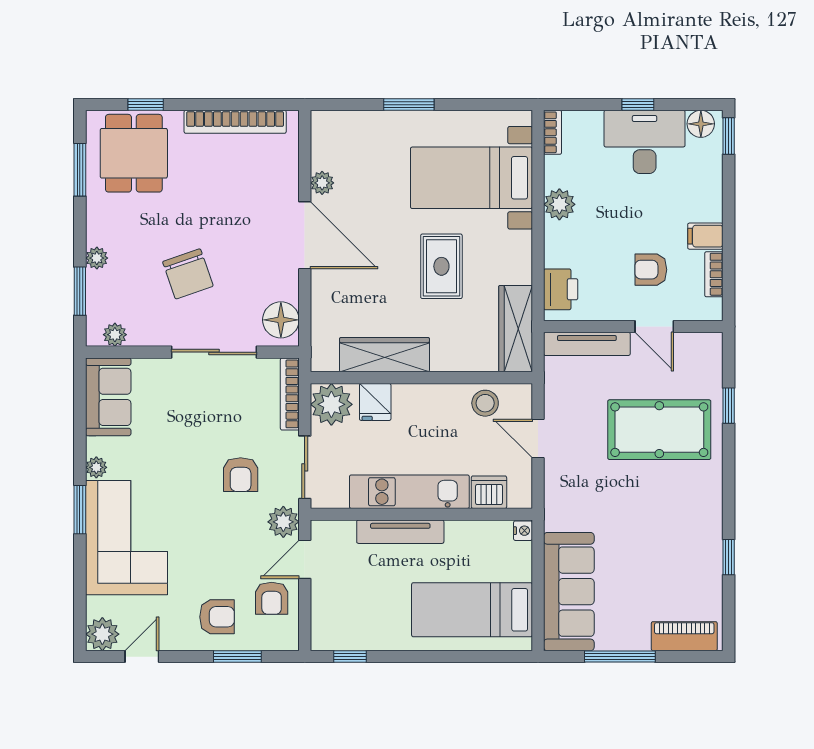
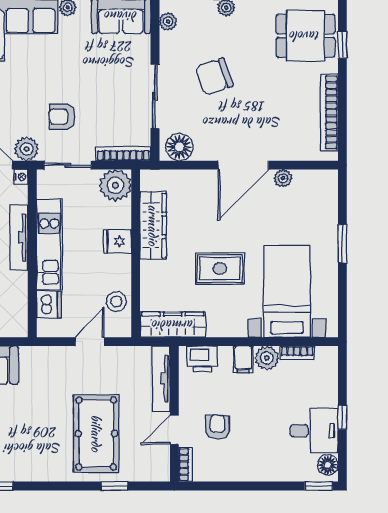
bookcase: (553, 132) -> (297, 353), moved
desk: (645, 142) -> (314, 431), width x0.73
filing cabinet: (705, 236) -> (243, 359), moved, turned 180
bookcase: (714, 274) -> (186, 465), moved, turned 90
fridge: (375, 402) -> (117, 241), moved
nightstand: (523, 531) -> (21, 177), moved, turned -90

